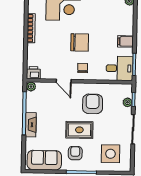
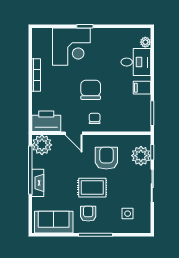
chair: (80, 42) -> (91, 90), turned -90
desk: (120, 68) -> (136, 62), moved
printer: (33, 73) -> (46, 121), width x1.87, depth x1.48
plant: (31, 87) -> (42, 145), width x1.88, depth x1.88
plant: (127, 102) -> (141, 156), width x1.87, depth x1.87
side table: (110, 154) -> (128, 214), width x0.54, depth x0.54

